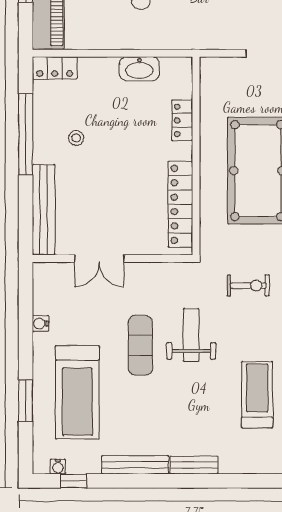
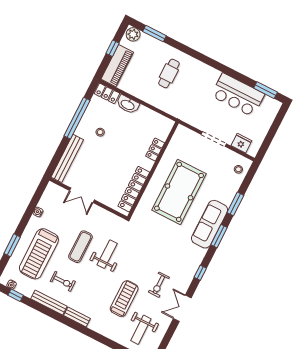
washbasin: (139, 69) -> (128, 105), moved
exercise bike: (248, 285) -> (63, 281), moved

